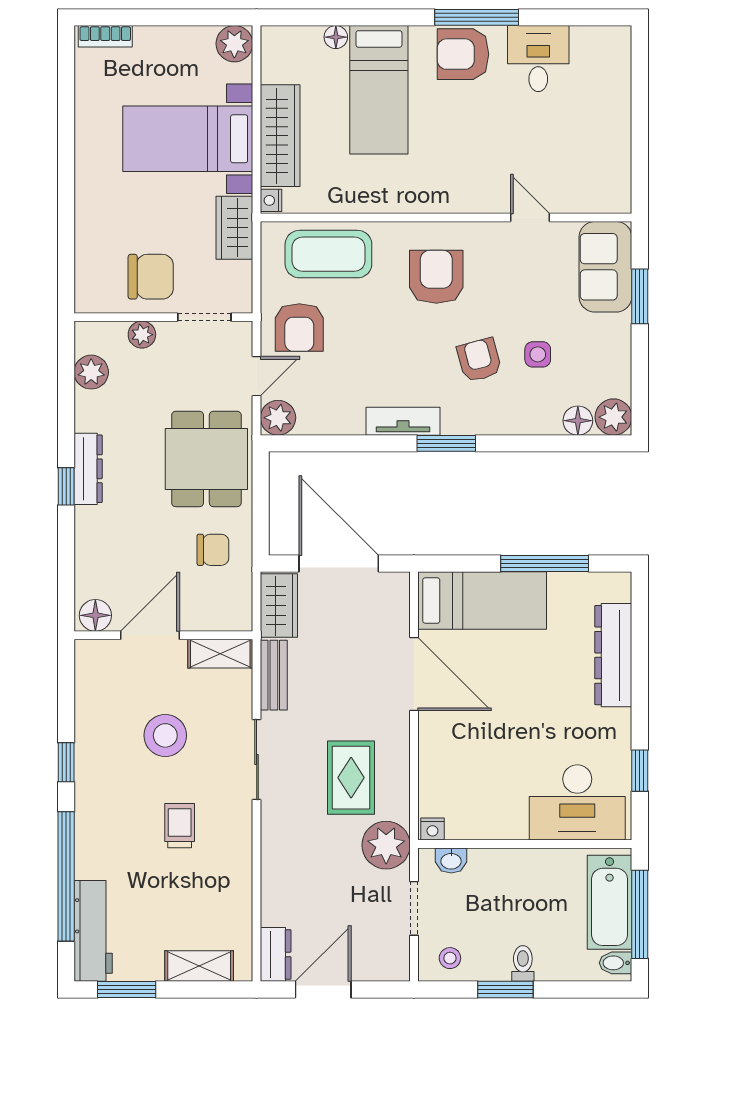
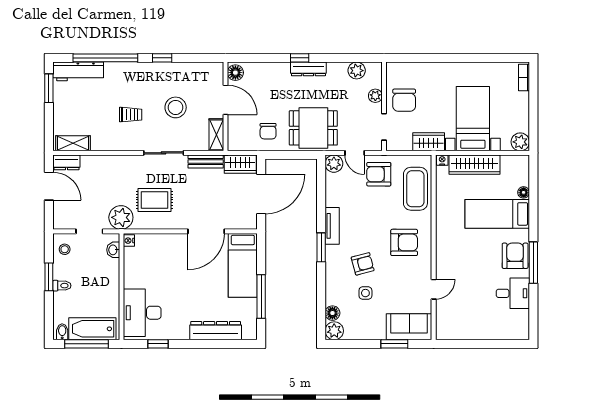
shelving: (199, 966) -> (73, 143), moved, turned 90

